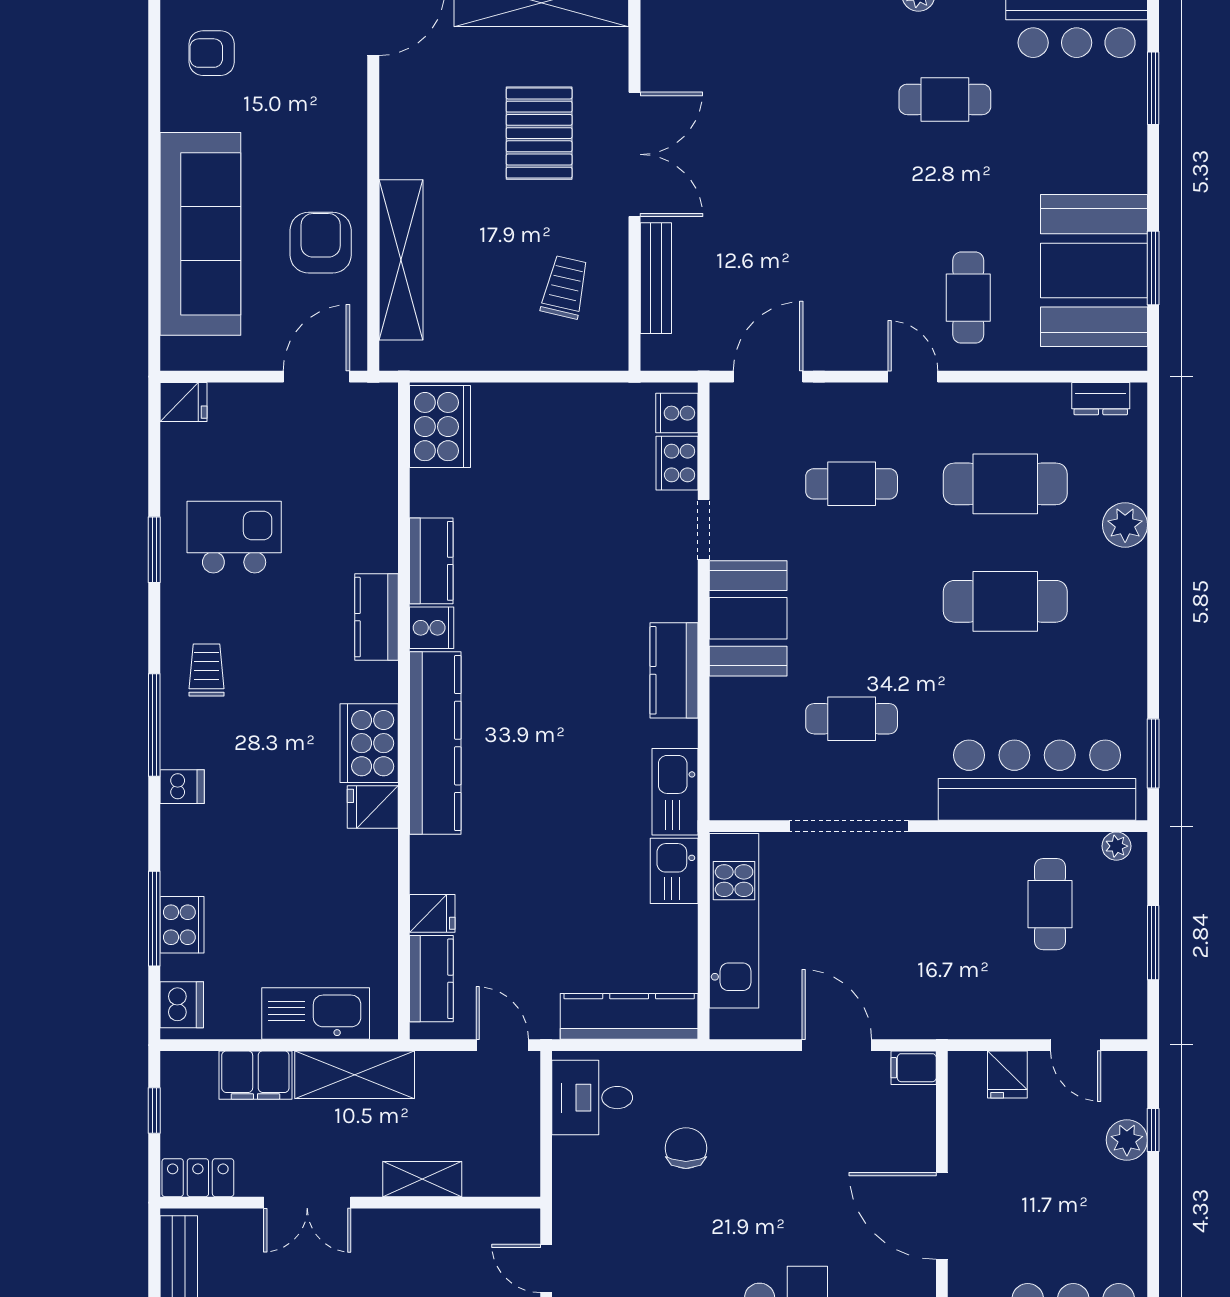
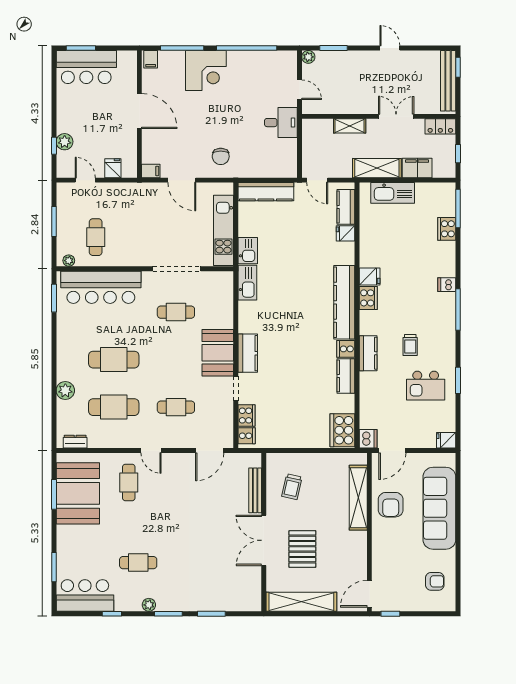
trolley: (207, 670) -> (410, 345), moved
kitchen counter: (674, 670) -> (248, 353), moved
cooker: (369, 743) -> (368, 298), width x0.73, depth x0.76
window: (154, 919) -> (458, 209), moved
dishwasher: (182, 1005) -> (368, 439), moved, turned 180
desk: (592, 1098) -> (281, 123), moved
chair: (686, 1148) -> (221, 156), moved

